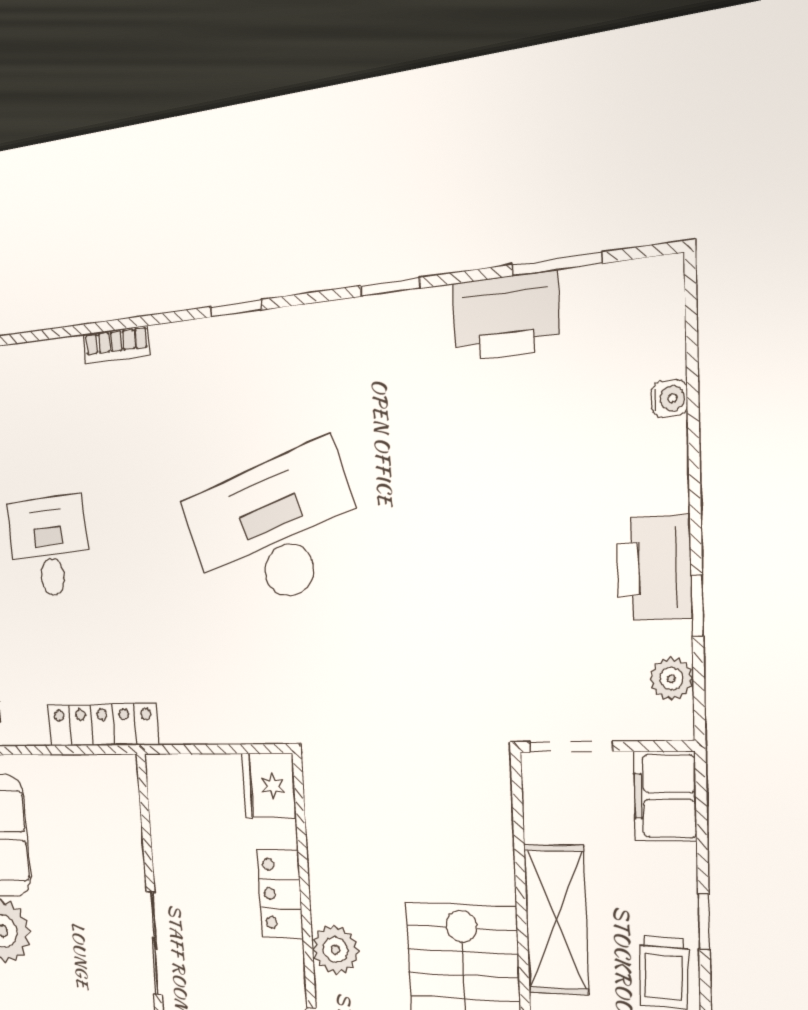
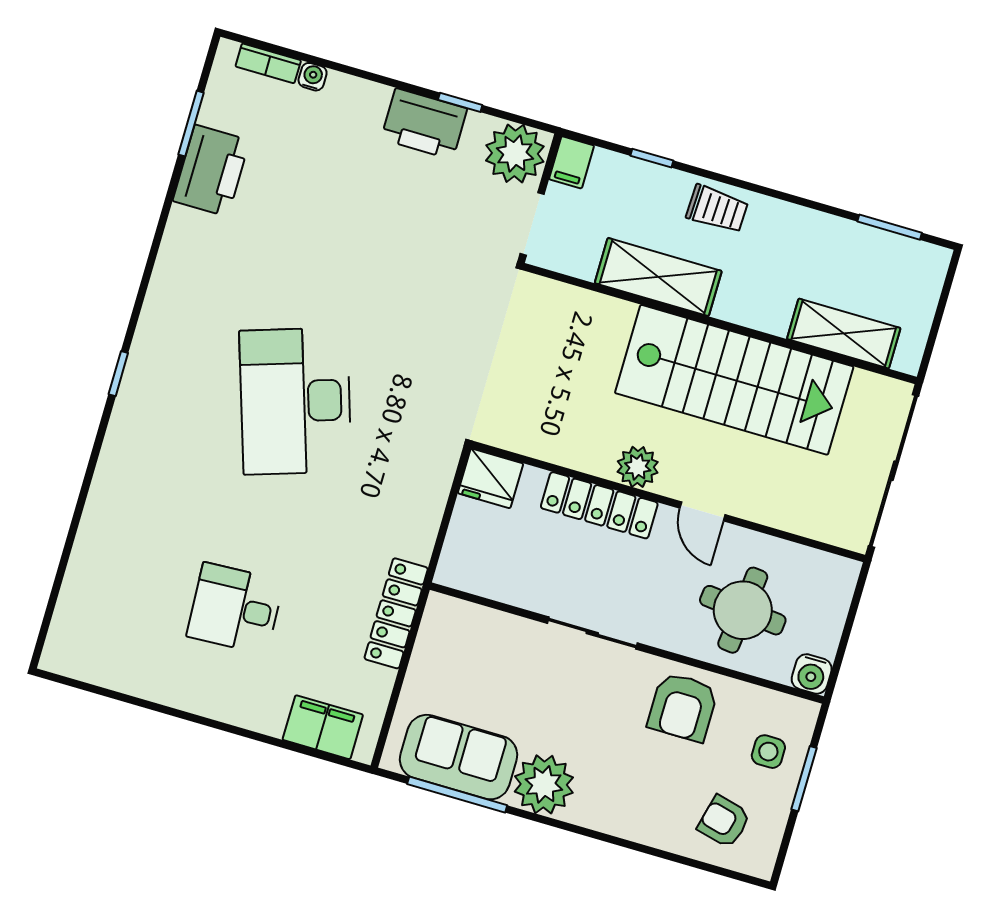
window: (390, 287) -> (155, 248), removed
bookcase: (116, 345) -> (268, 63), moved, turned 90
plant: (671, 679) -> (515, 153), width x1.88, depth x1.88
filing cabinet: (665, 796) -> (572, 162), width x0.50
locker: (280, 894) -> (599, 505), width x1.53
window: (704, 922) -> (652, 158), moved

